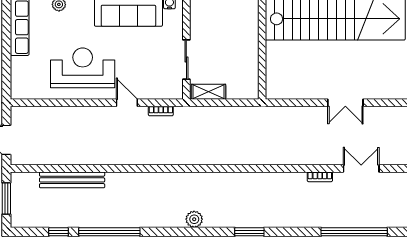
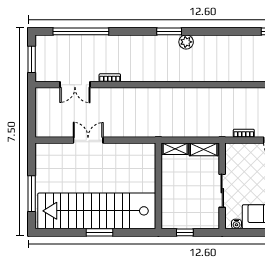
sliding door: (186, 59) -> (222, 191), moved
shelving: (242, 93) -> (175, 149), added
plant: (194, 219) -> (186, 42), moved

